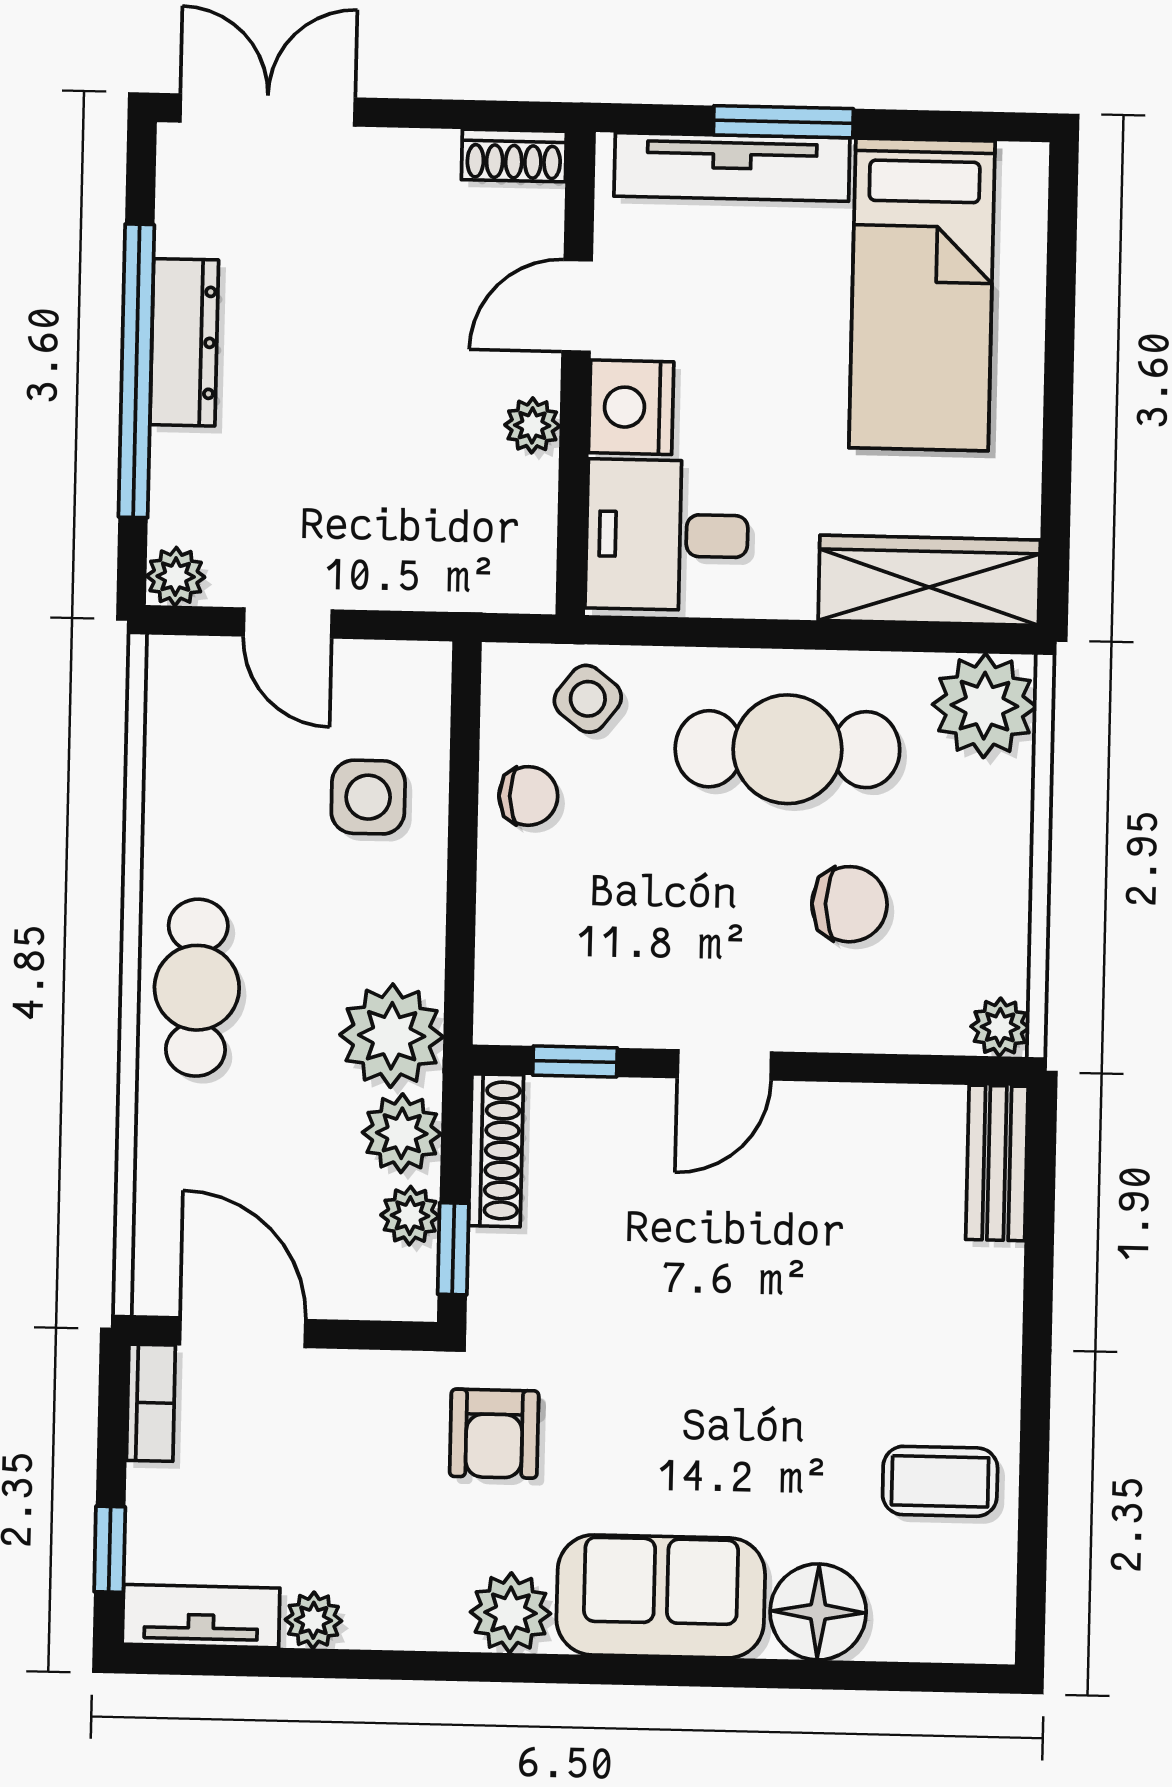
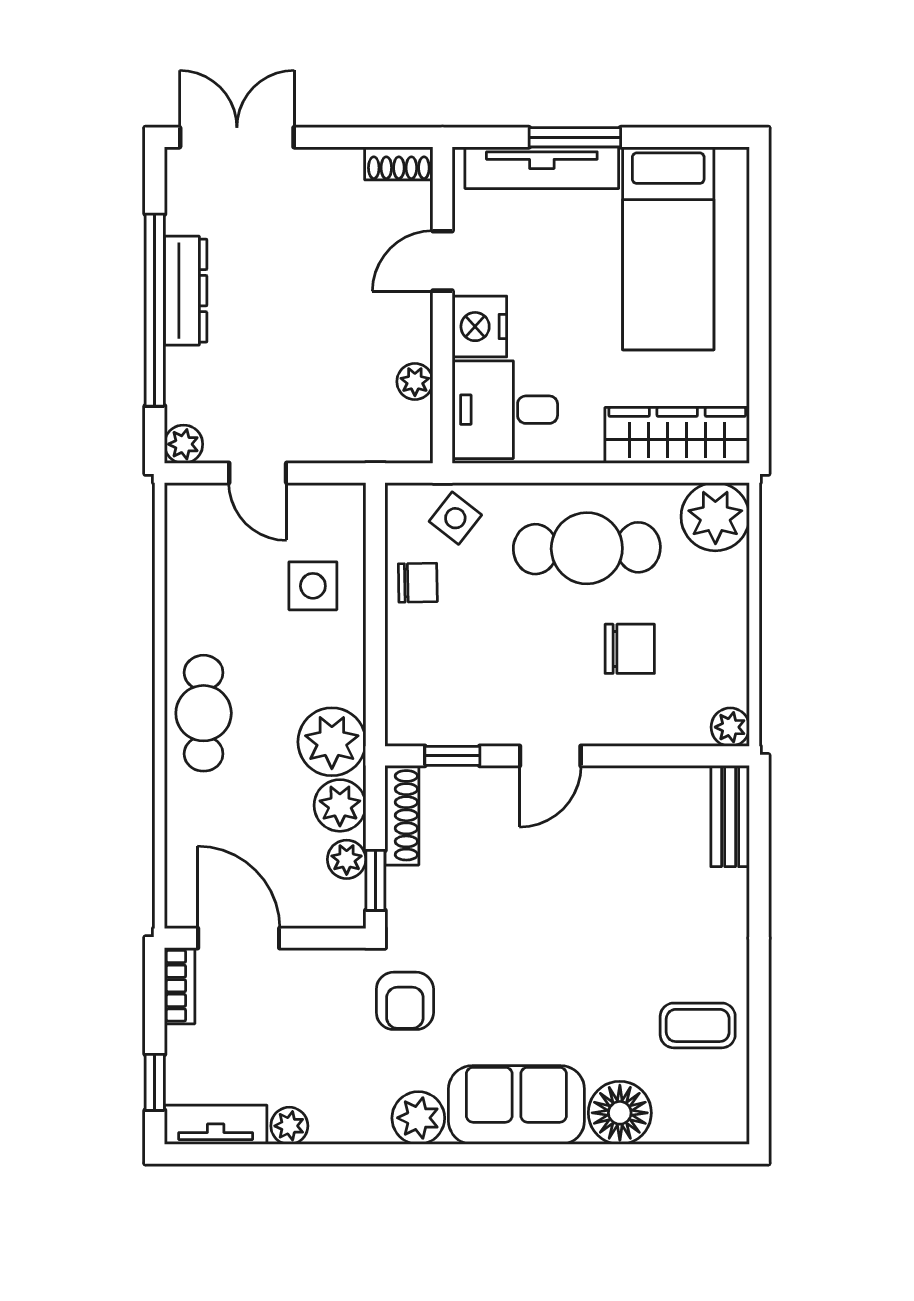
plant: (532, 425) -> (415, 382), moved

